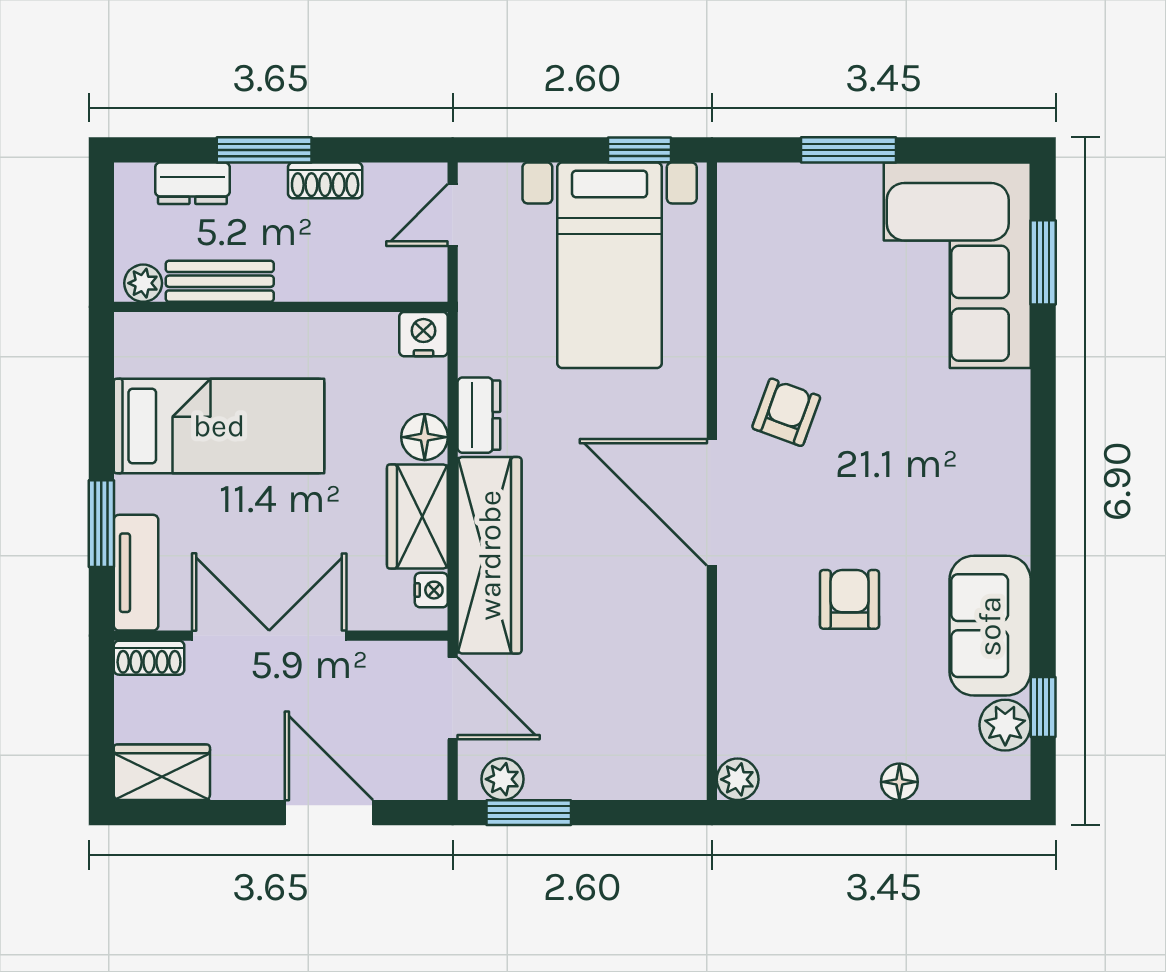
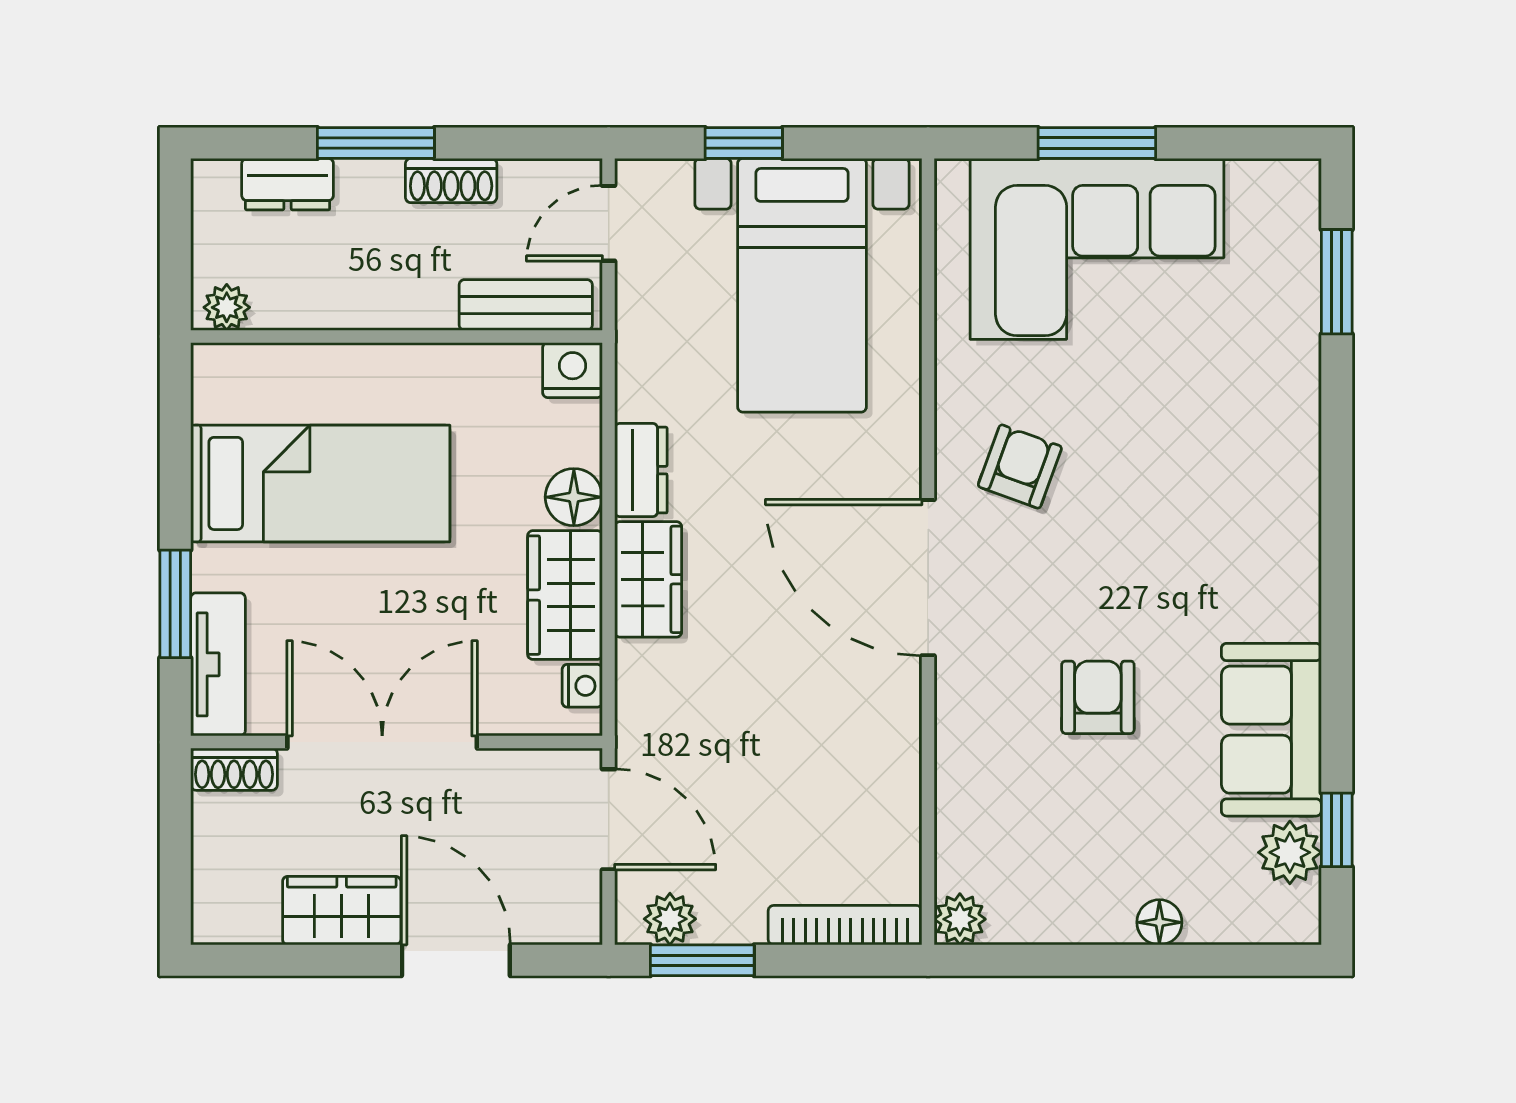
window: (640, 150) -> (744, 143), moved
corner sofa: (957, 265) -> (1097, 249), moved, turned -90
bench: (220, 281) -> (526, 305), moved
wardrobe: (490, 555) -> (648, 579), width x0.48, depth x0.85
wardrobe: (162, 772) -> (342, 911), moved
bookcase: (644, 784) -> (845, 925), added

